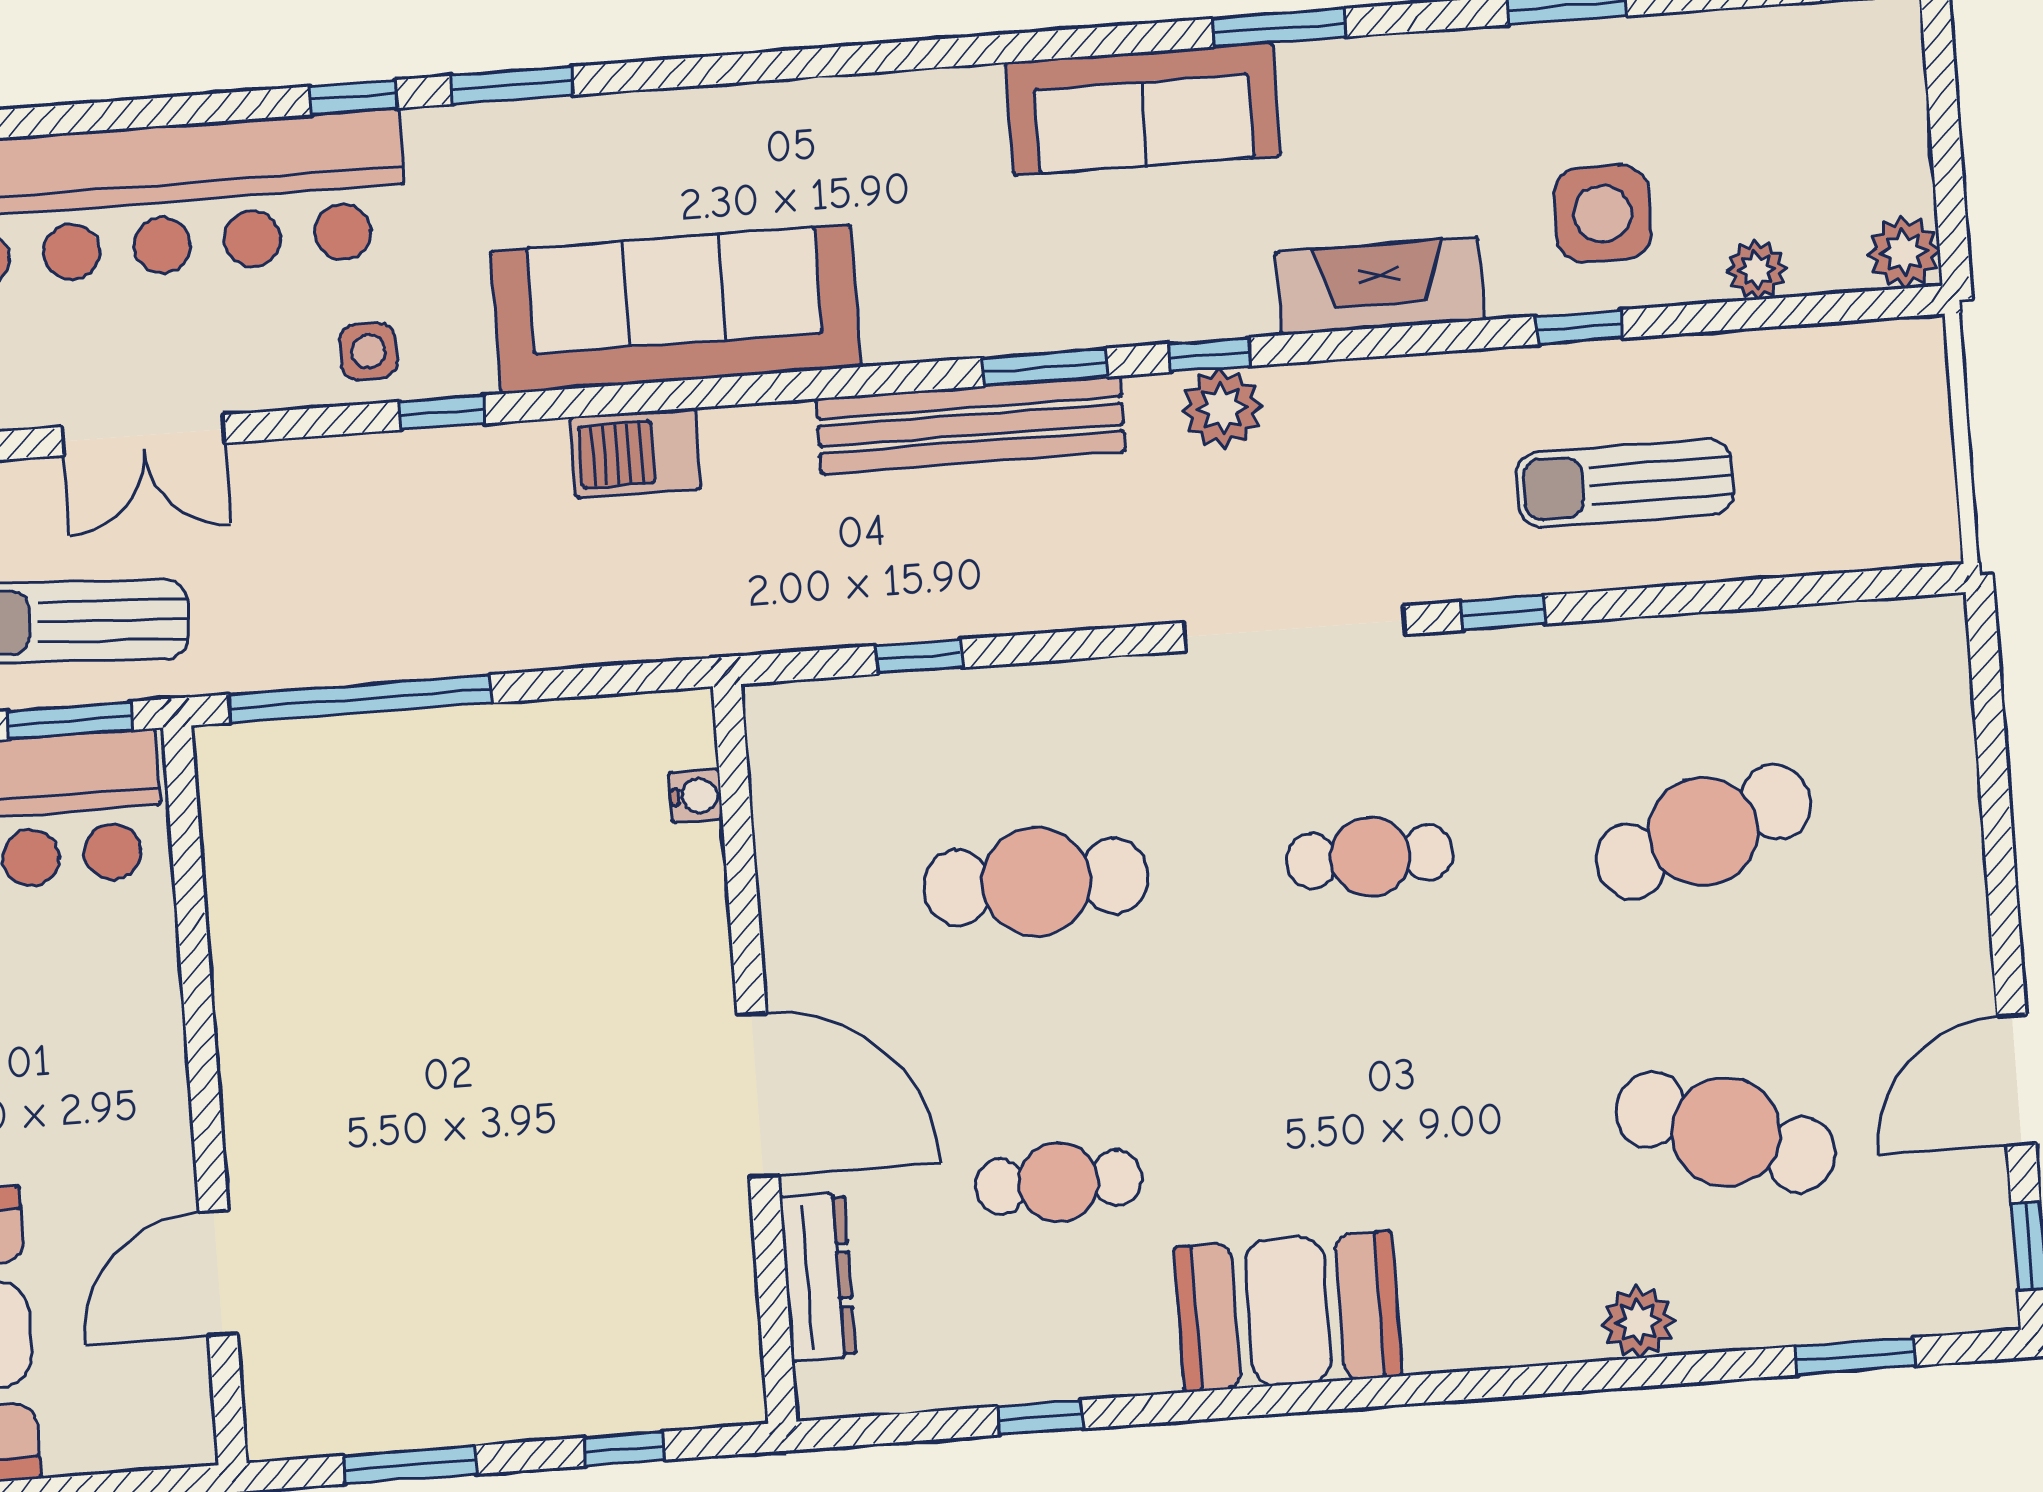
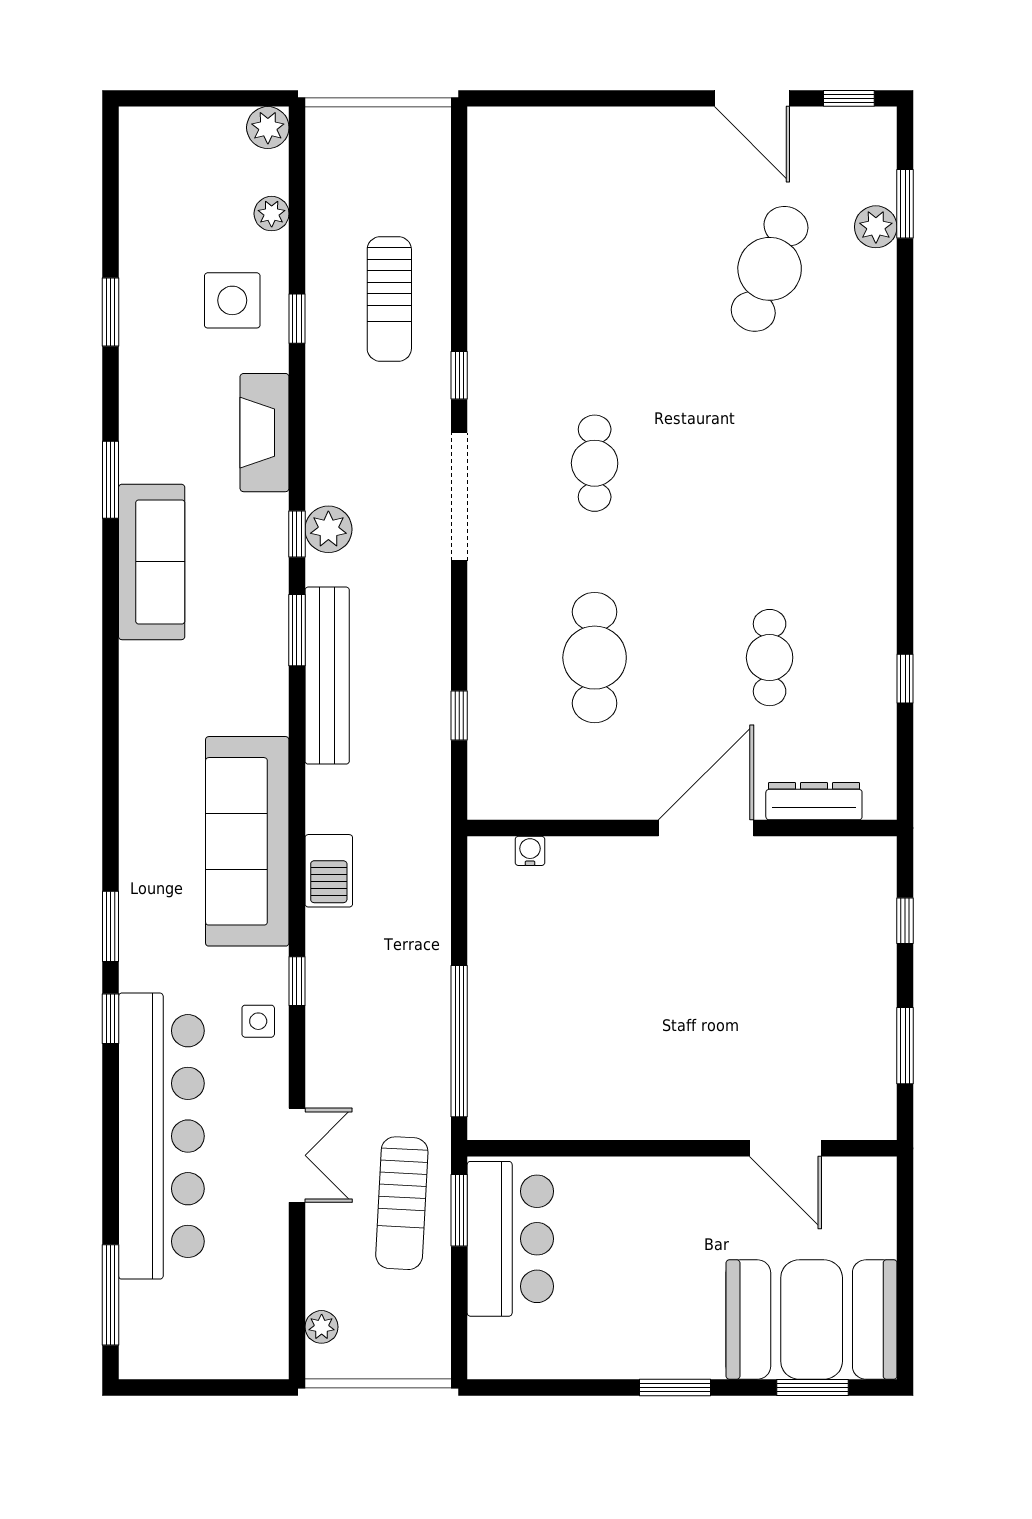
cafe table: (1703, 832) -> (595, 269), removed
booth: (1288, 1311) -> (854, 530), removed
plant: (1638, 1322) -> (876, 227), moved

